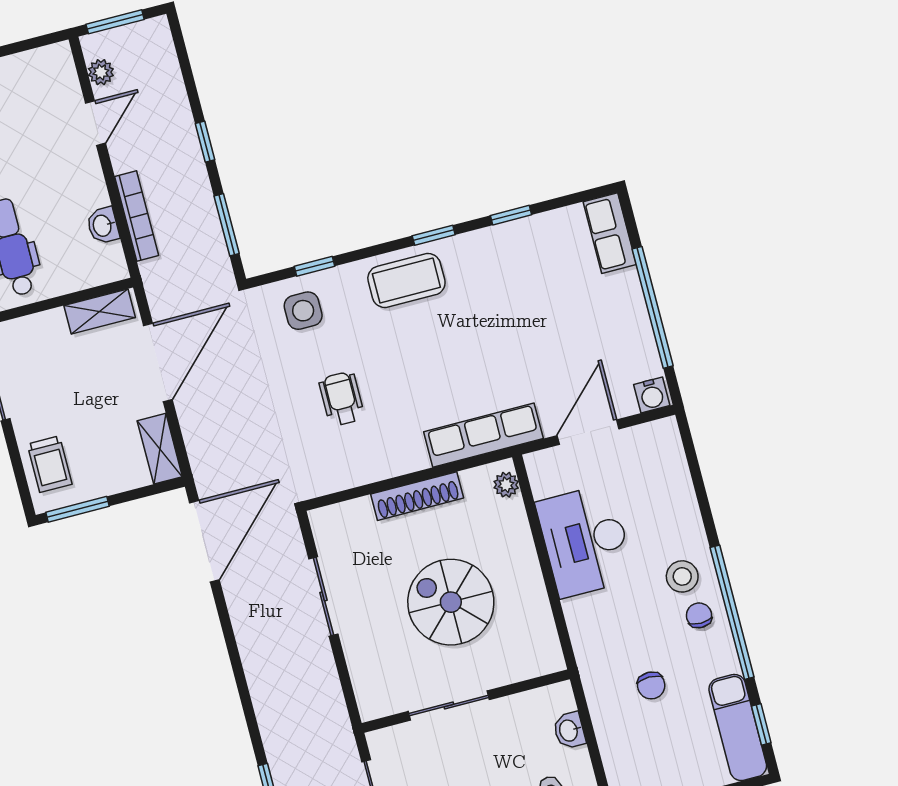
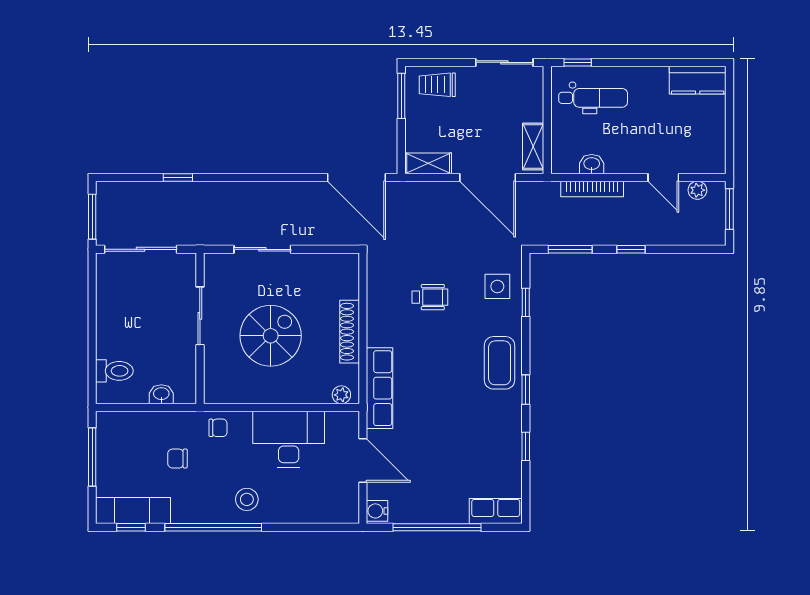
sliding door: (323, 596) -> (262, 249), moved
chair: (699, 615) -> (218, 428), moved

